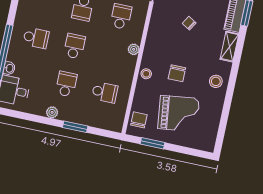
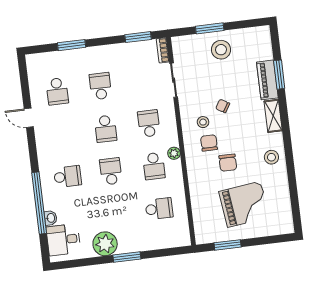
stool: (146, 74) -> (203, 122), moved
school desk: (66, 84) -> (154, 166), moved, turned 180
plant: (52, 112) -> (105, 244), width x1.88, depth x1.88
chair: (139, 120) -> (209, 143), moved
window: (75, 127) -> (127, 257), moved

